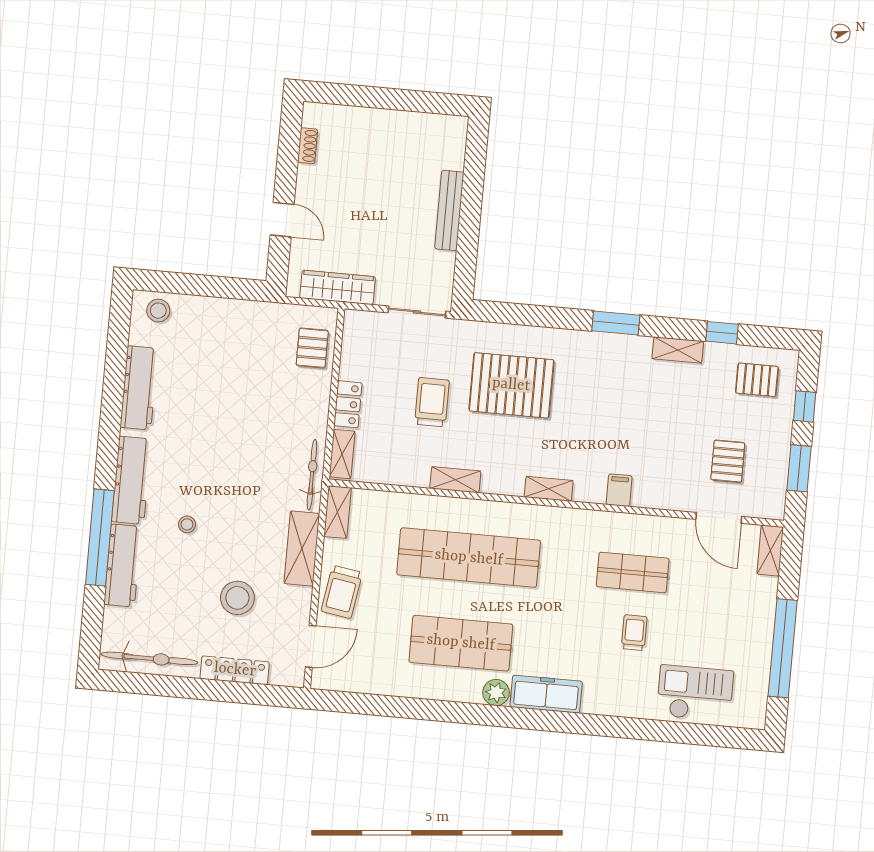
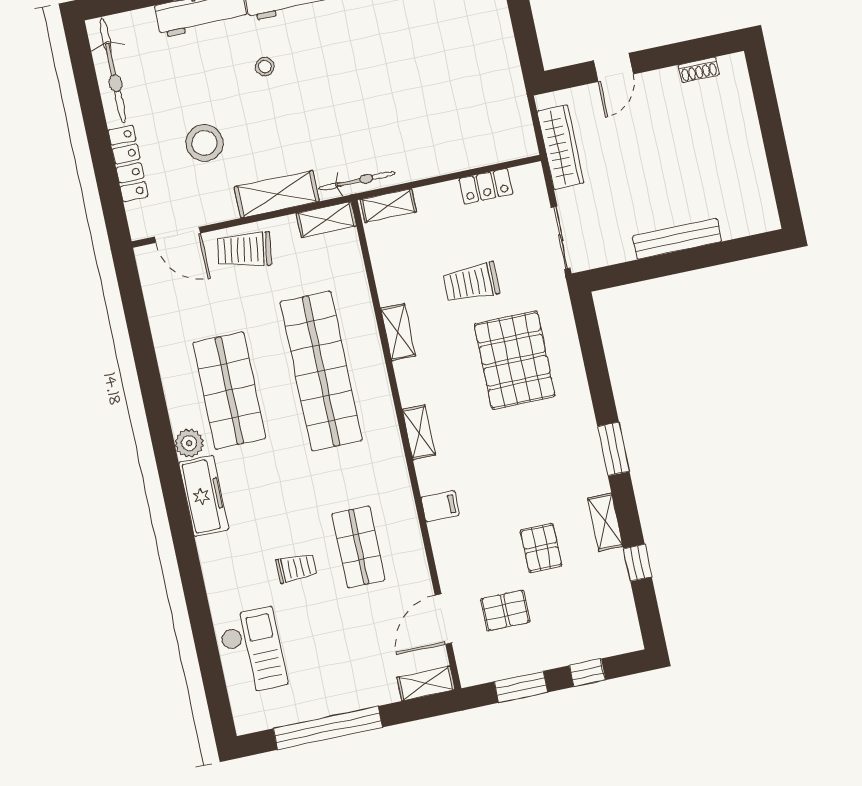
pallet: (312, 348) -> (489, 140), removed
pallet: (757, 380) -> (541, 548), moved
trolley: (432, 402) -> (471, 283), turned 180
locker: (348, 404) -> (486, 186), moved

